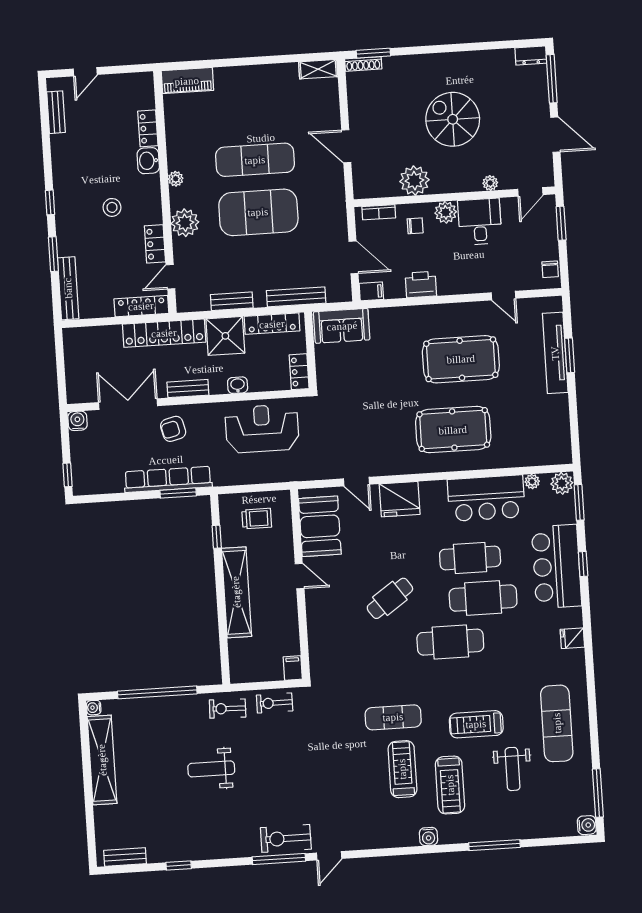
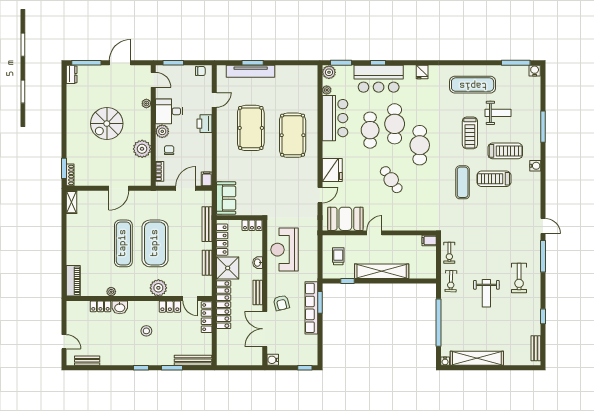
plant: (176, 179) -> (111, 292), moved
printer: (421, 285) -> (205, 124), moved
exercise bike: (286, 838) -> (519, 278), moved

